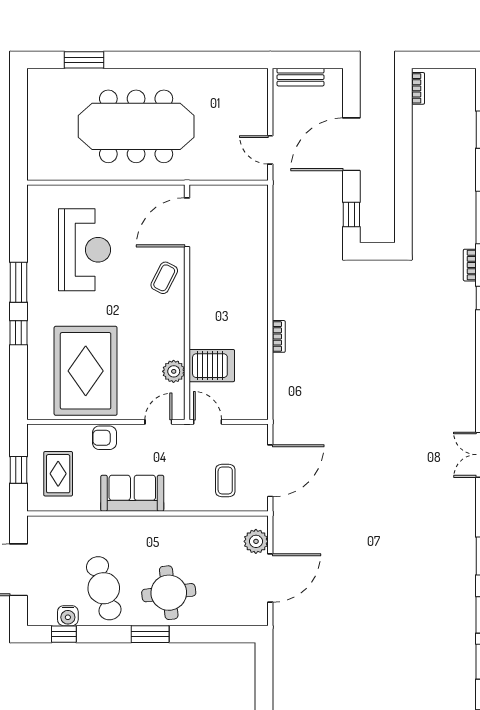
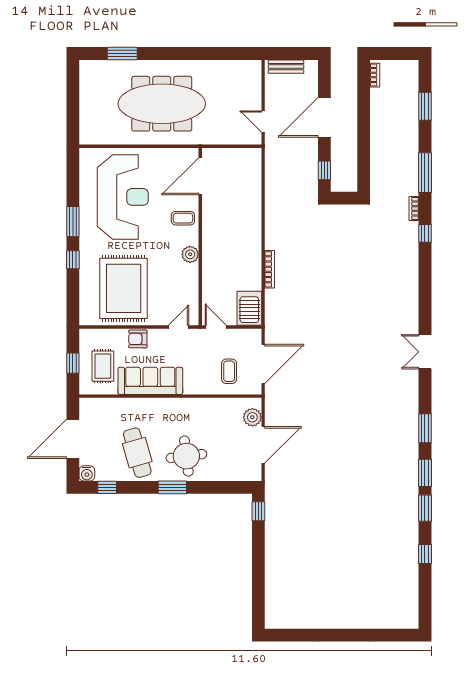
reception desk: (85, 250) -> (123, 197), width x1.36, depth x1.30
coffee table: (164, 278) -> (183, 218), turned 63
bookcase: (279, 336) -> (269, 269), width x1.56
server rack: (212, 366) -> (249, 308), moved, turned -90
plant: (174, 371) -> (190, 254), moved
sofa: (132, 493) -> (150, 381), width x1.36
water cooler: (68, 616) -> (87, 473), moved
window: (264, 666) -> (258, 511), added

